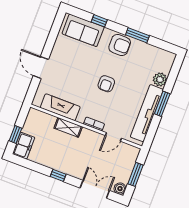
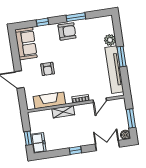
sofa: (83, 30) -> (26, 44), moved, turned -90
armchair: (106, 84) -> (48, 69), moved

